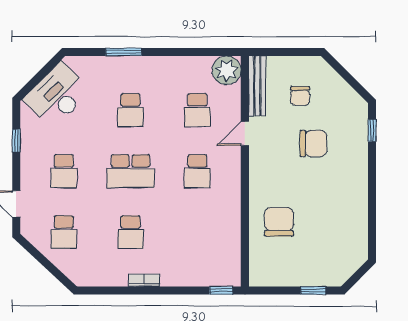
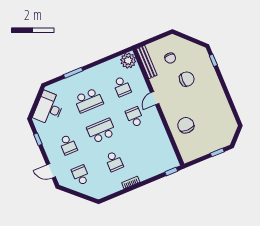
school desk: (131, 110) -> (89, 100), width x1.85
door: (245, 134) -> (155, 98), moved
school desk: (131, 171) -> (101, 131), turned 180
school desk: (197, 171) -> (135, 117), turned 180
school desk: (64, 232) -> (81, 175), turned 180

